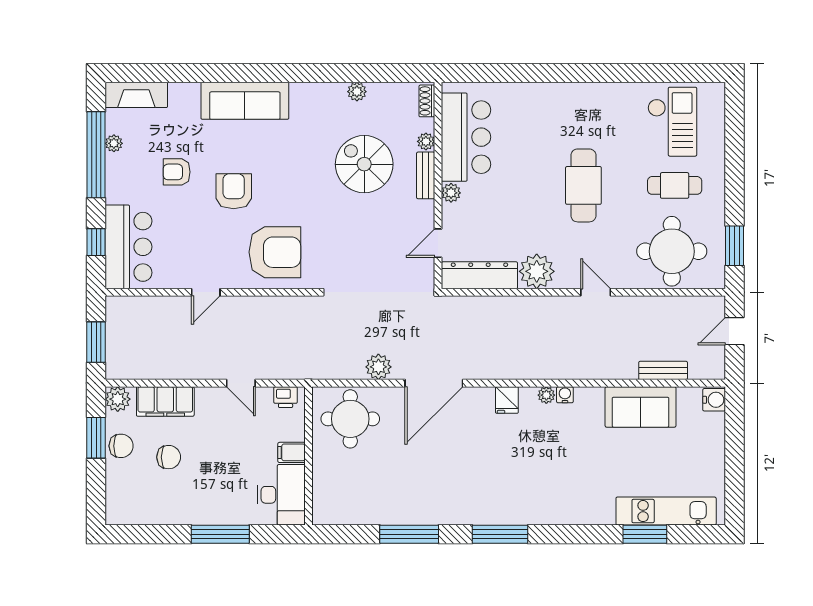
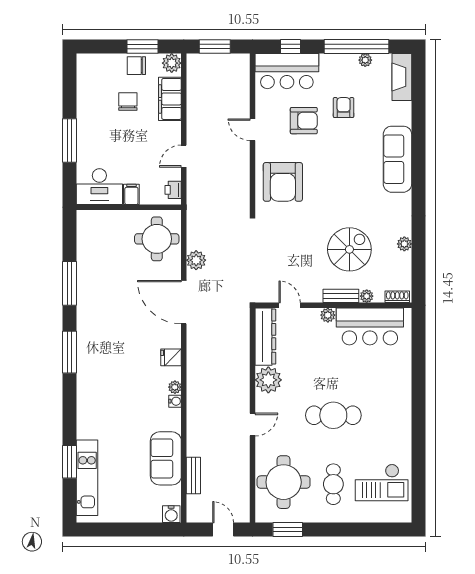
armchair: (234, 191) -> (304, 121), moved
chair: (121, 446) -> (136, 66), turned 90
chair: (169, 457) -> (128, 102), turned 180

